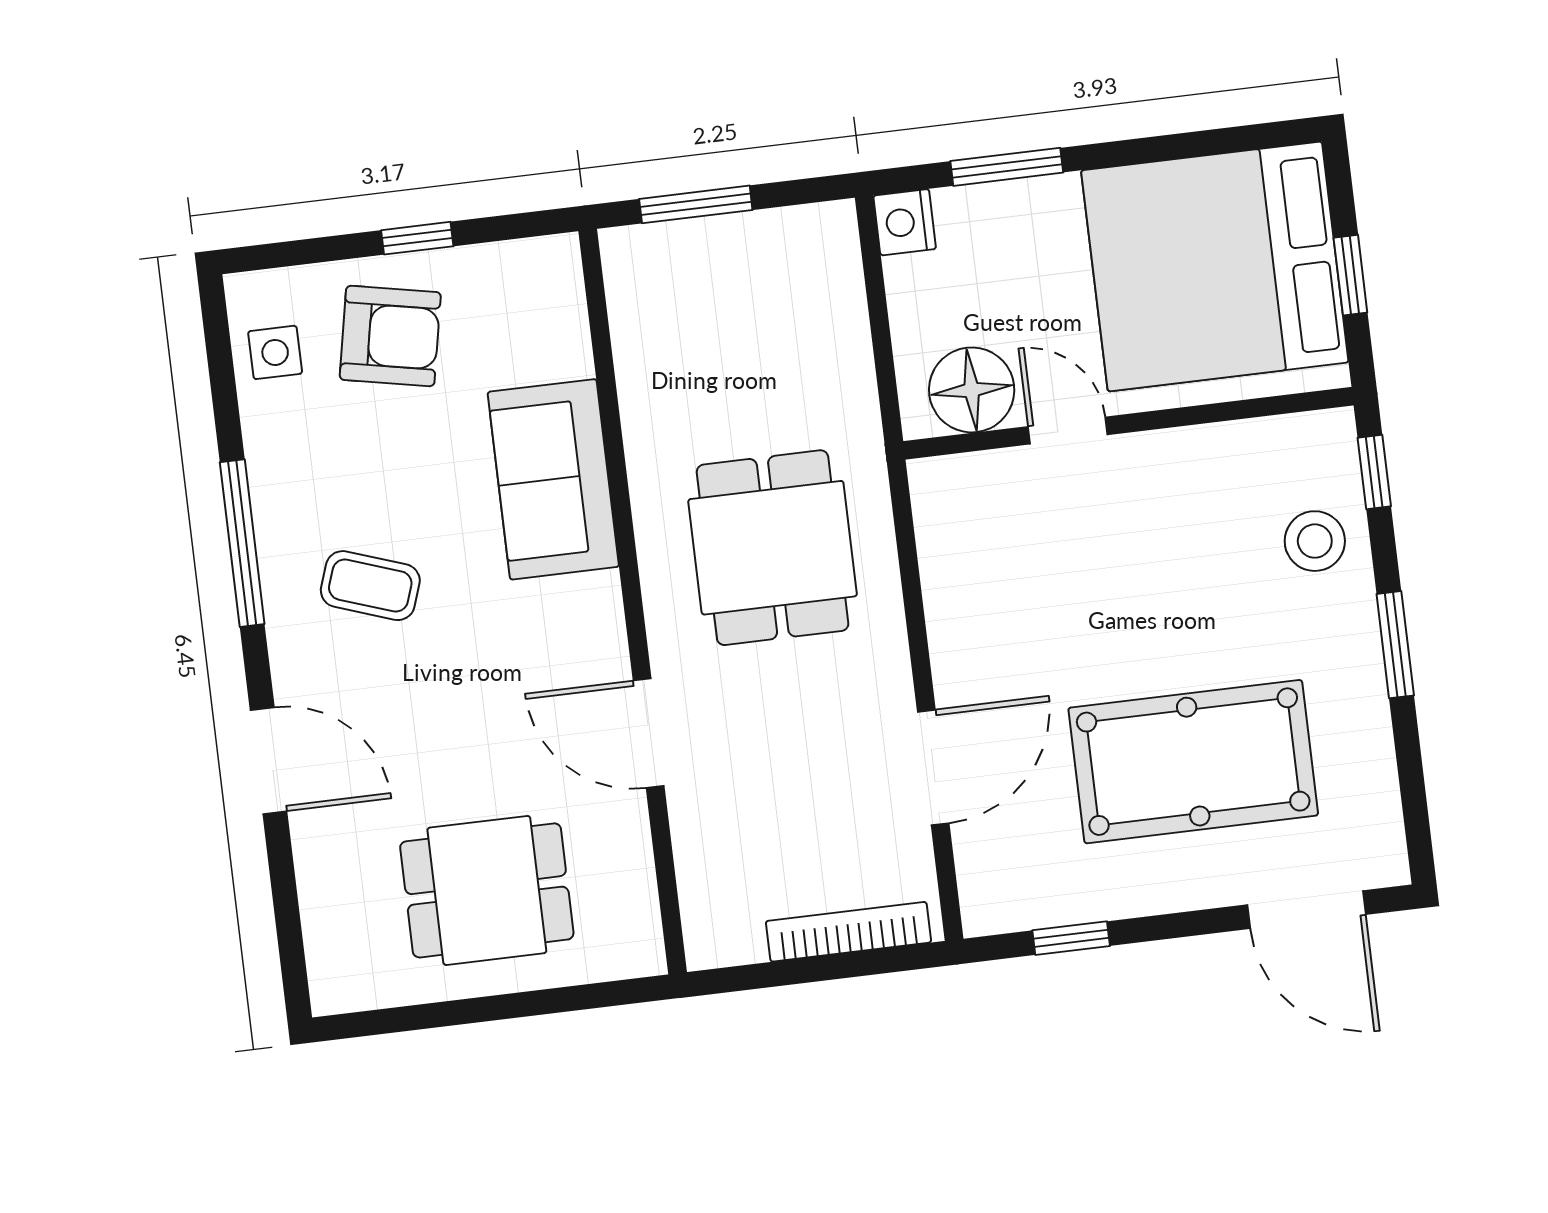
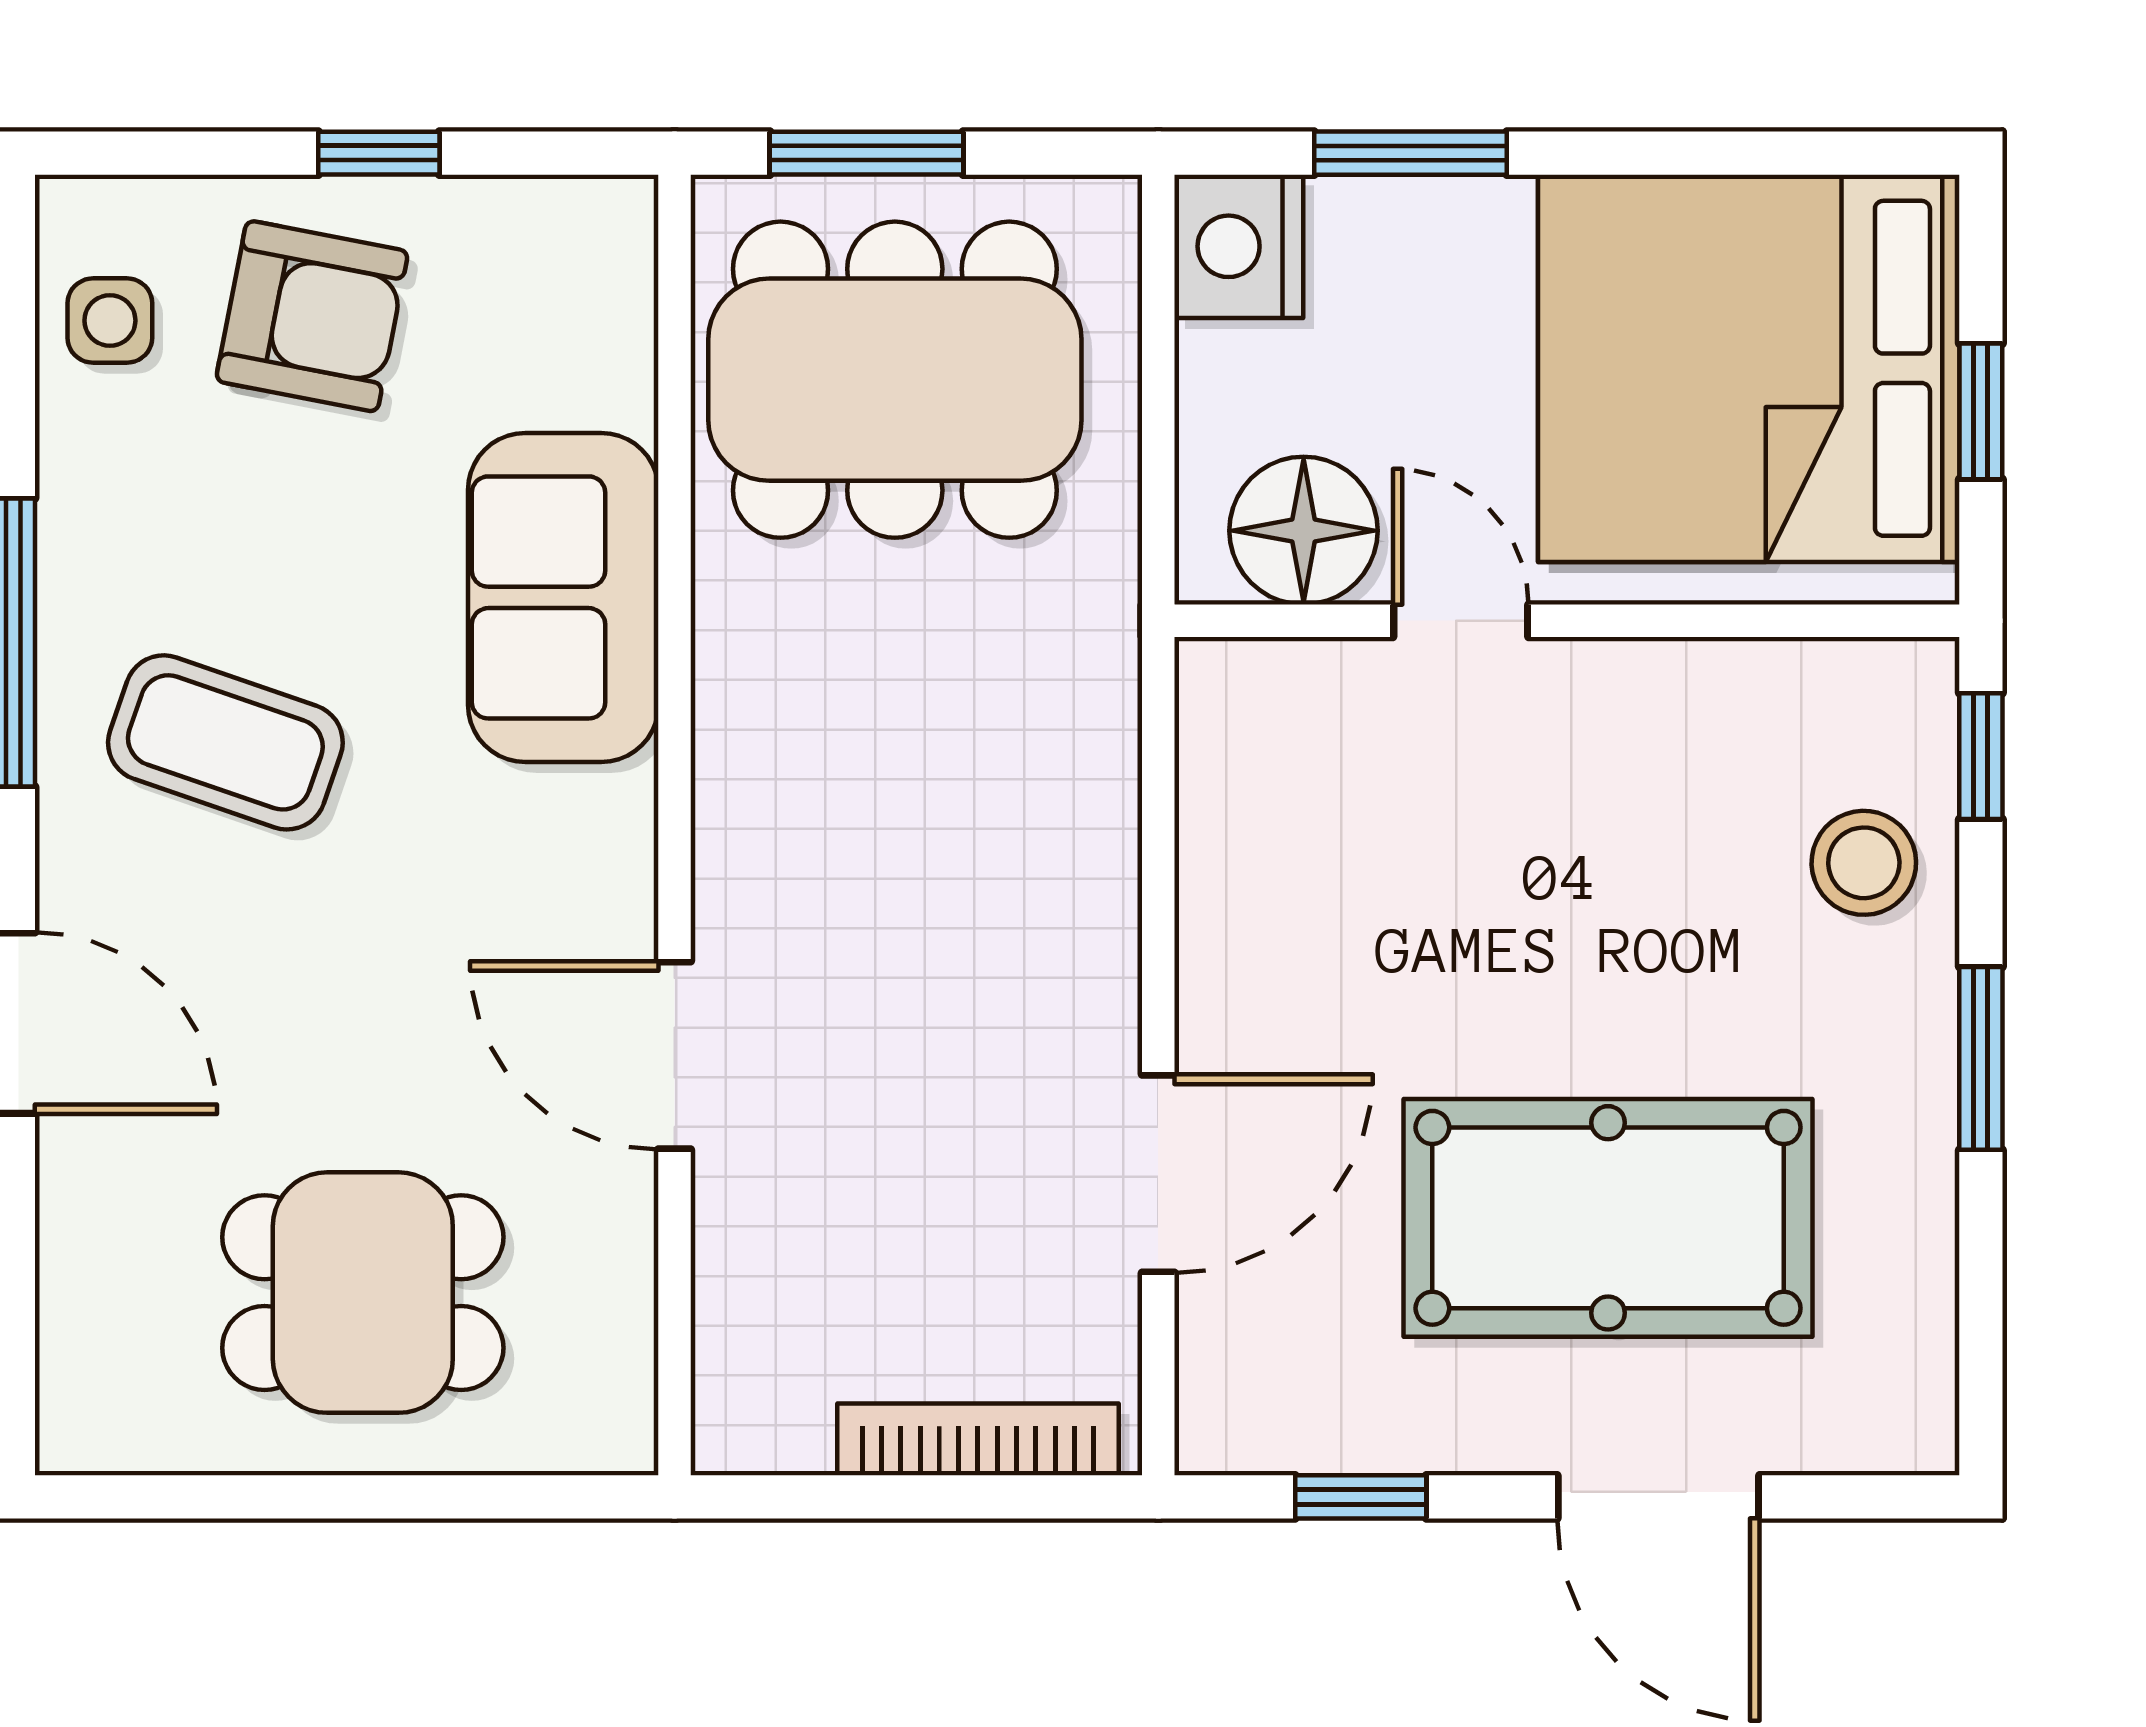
nightstand: (905, 222) -> (1239, 246), width x1.36, depth x1.33
dining table: (773, 548) -> (895, 380), moved, width x1.38
coffee table: (370, 586) -> (225, 742), width x1.36, depth x1.30
door: (1306, 910) -> (1658, 1497), moved

